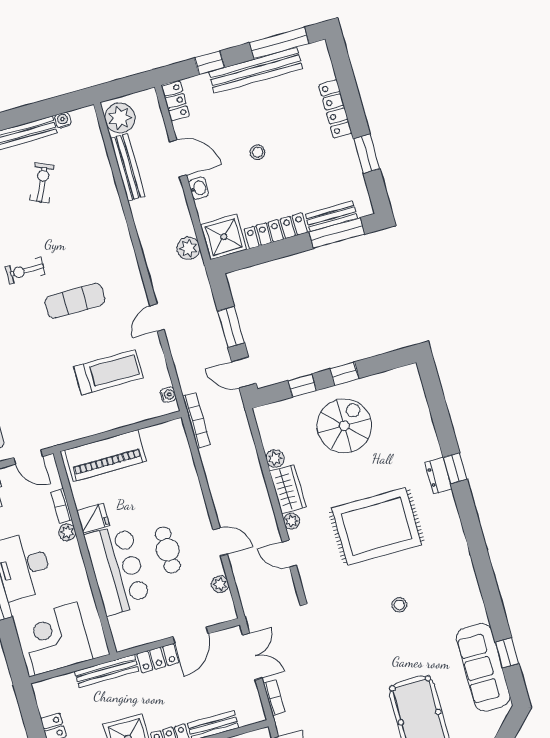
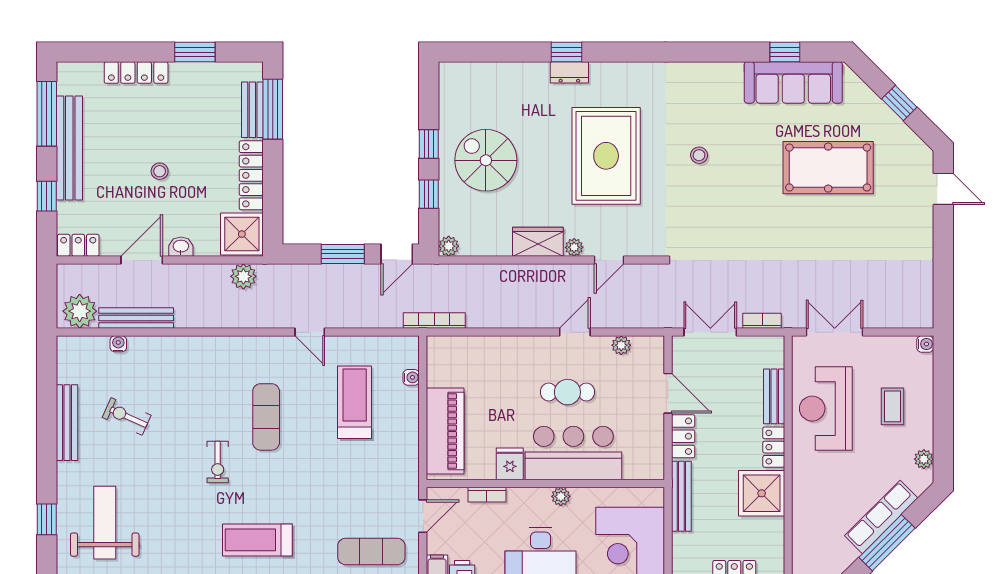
water cooler: (63, 120) -> (118, 344), moved, turned 90
water cooler: (168, 395) -> (411, 377), moved, turned 90
plant: (275, 459) -> (449, 246), moved
plant: (67, 532) -> (561, 496), moved

